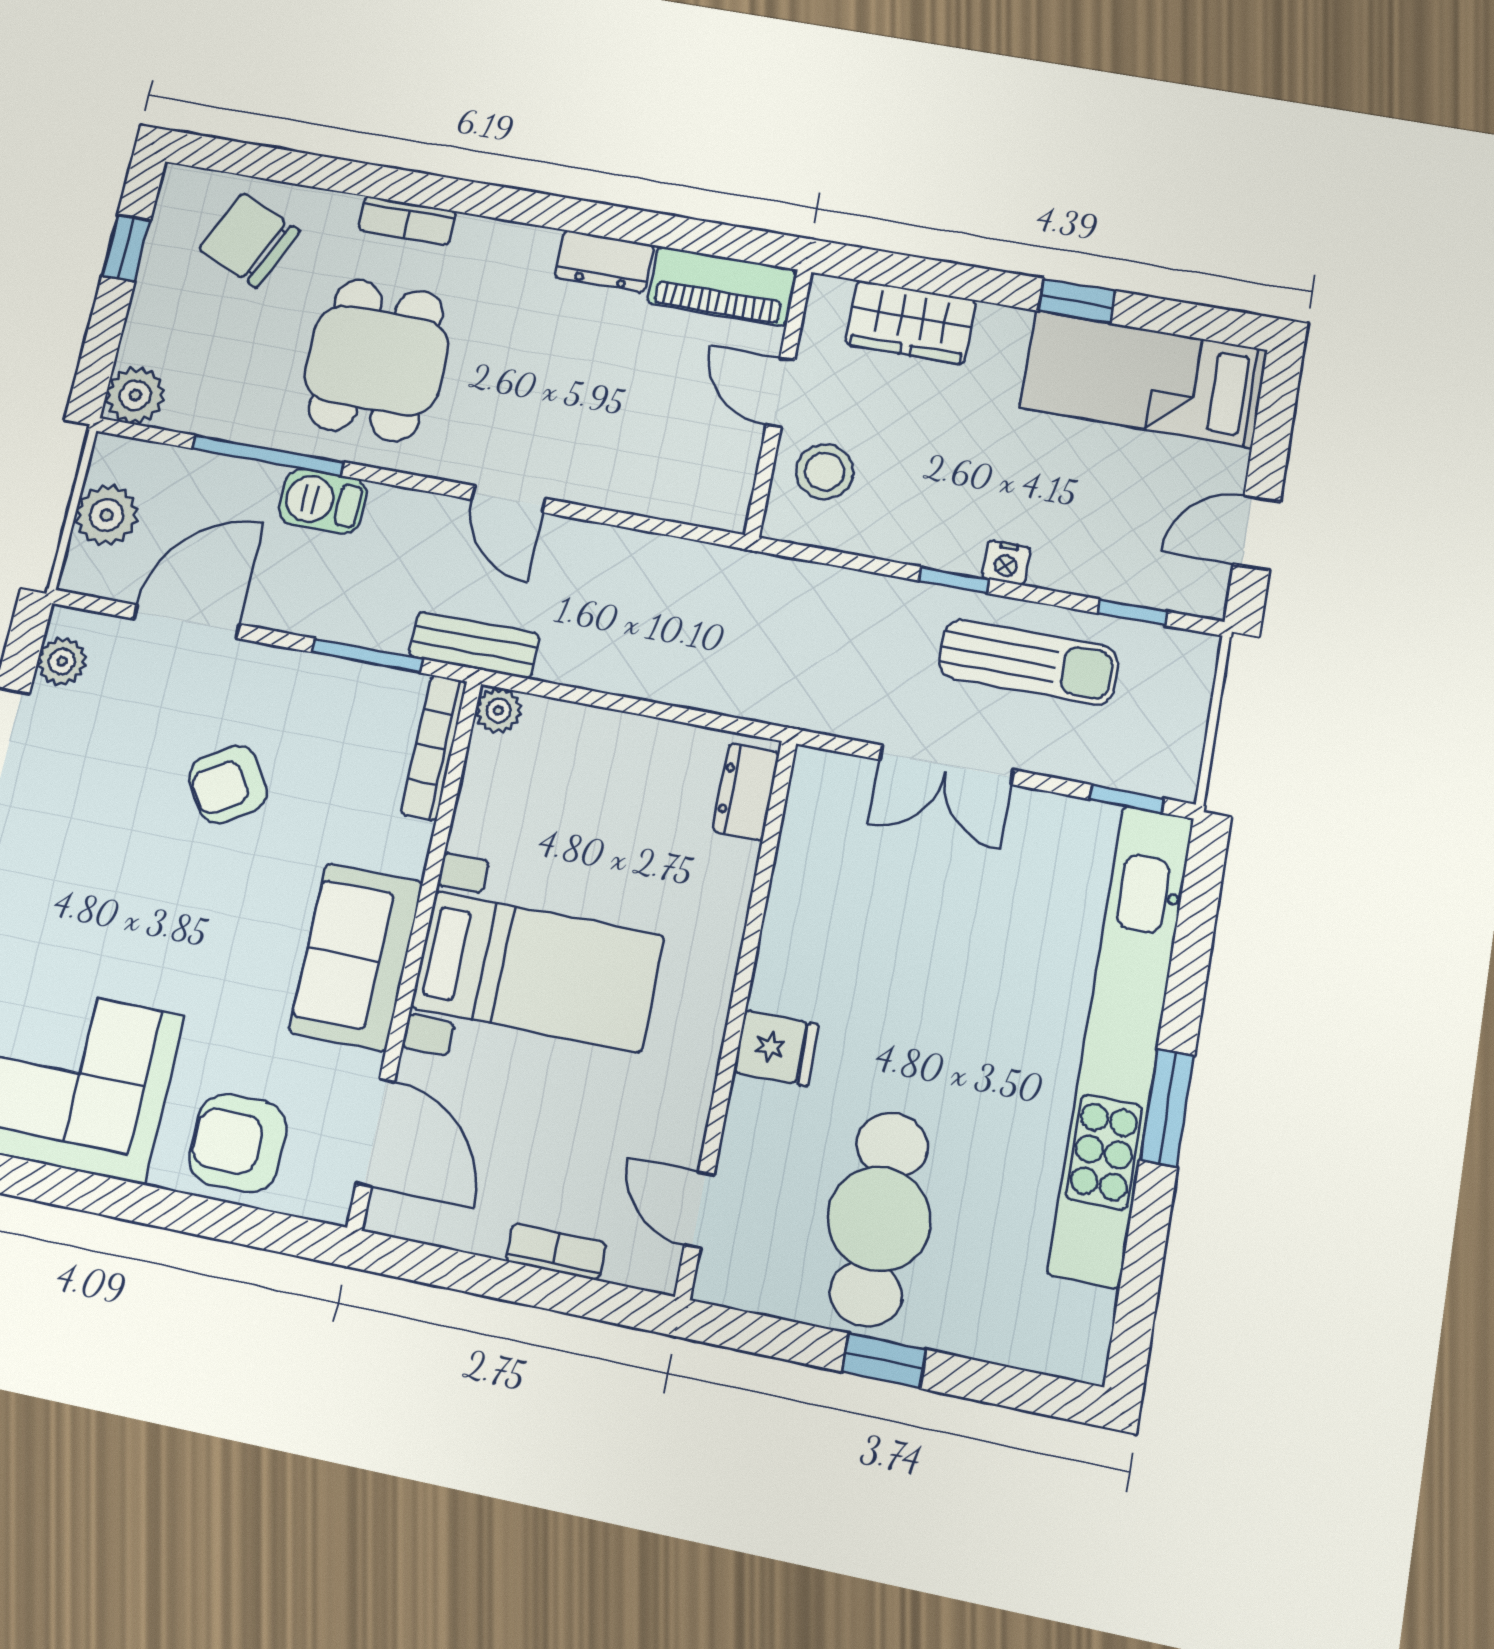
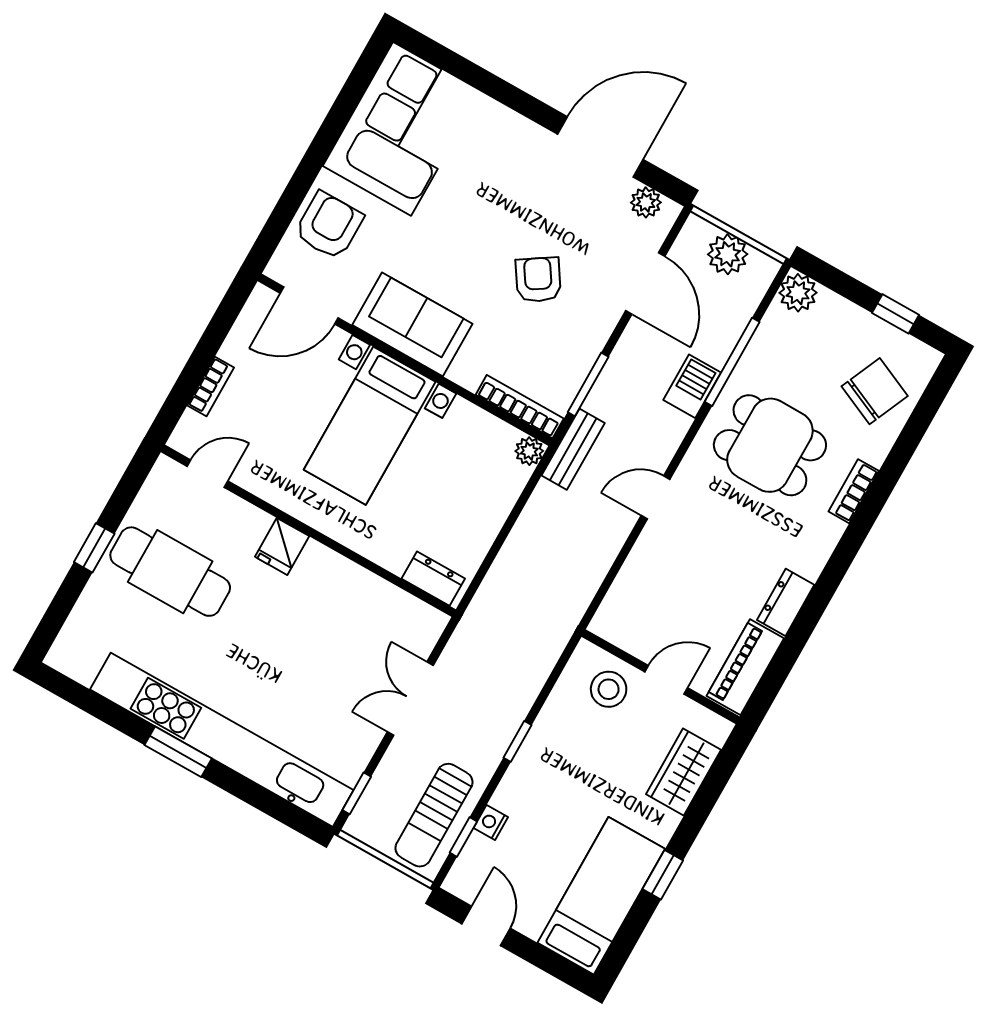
nightstand: (1006, 563) -> (491, 822), moved
sun lounger: (1028, 662) -> (434, 815), moved

